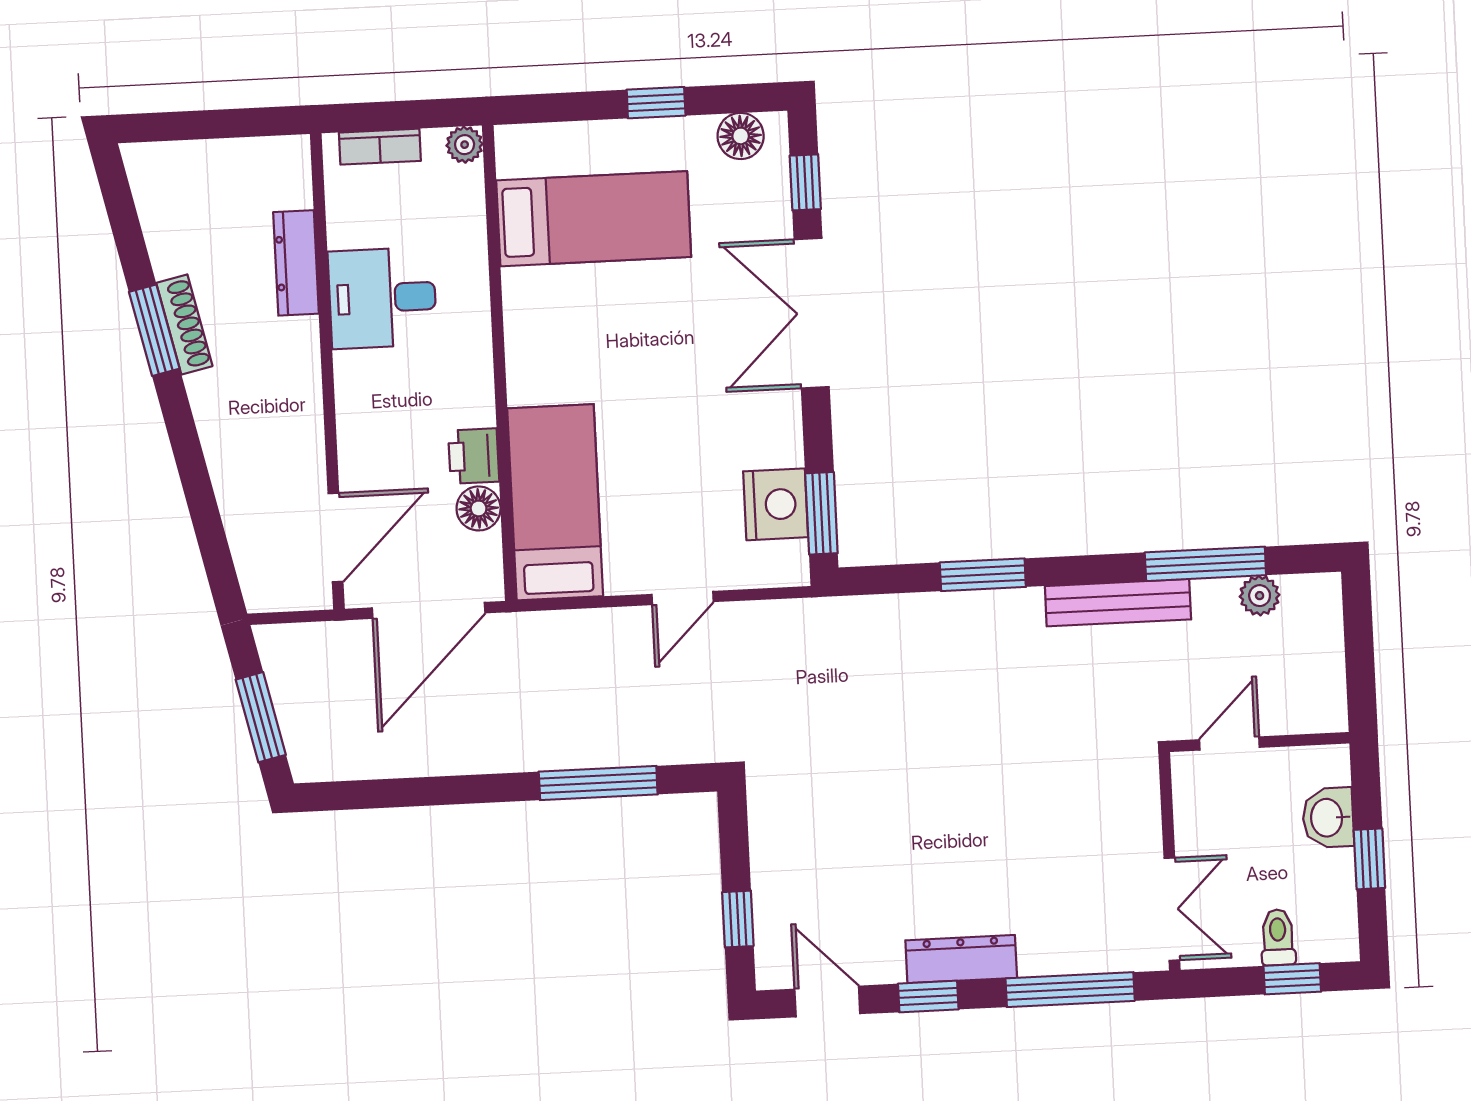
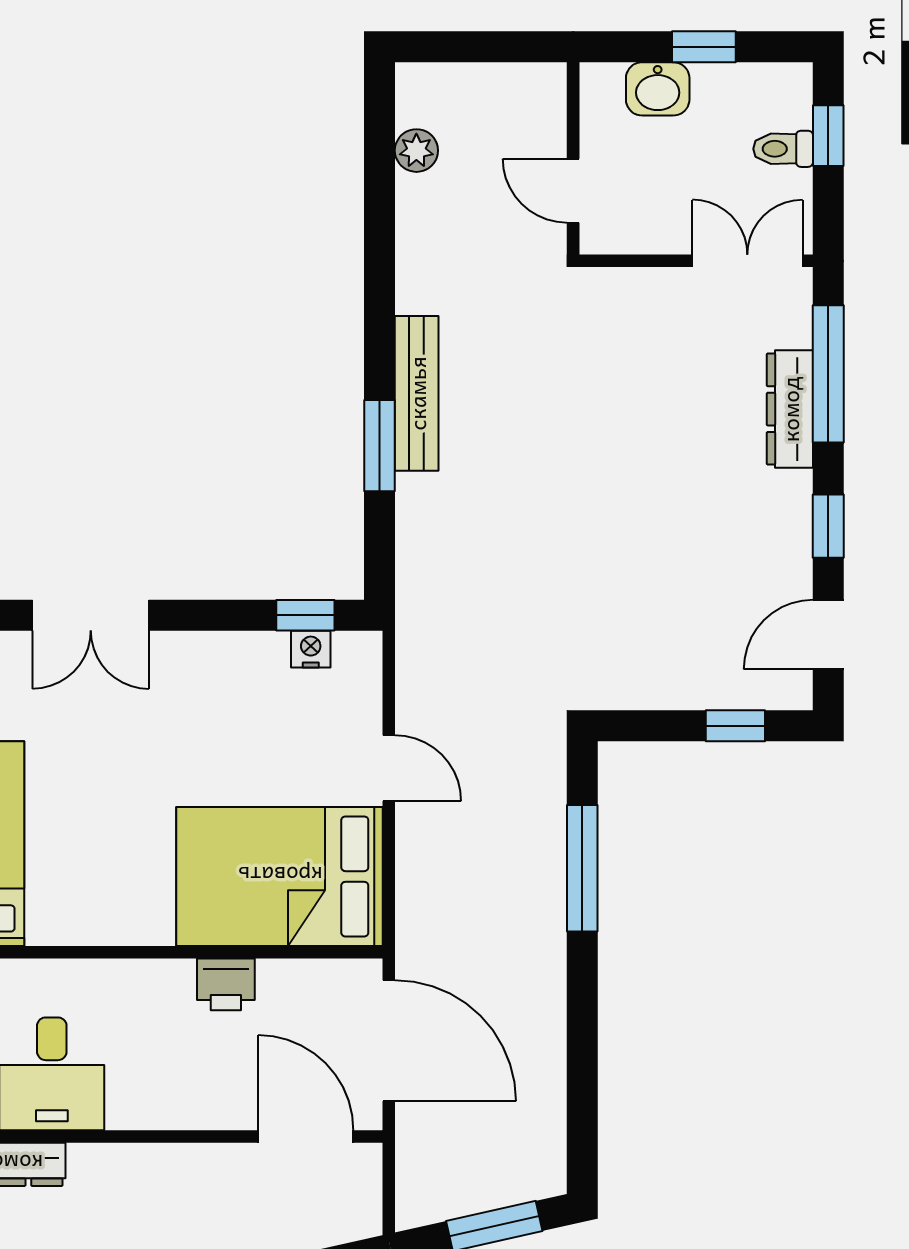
double door: (812, 313) -> (91, 615), width x0.73
bed: (555, 502) -> (280, 876), width x1.50
nightstand: (776, 504) -> (311, 649), width x0.53, depth x0.56
floor lamp: (479, 508) -> (282, 982), removed
window: (821, 513) -> (305, 615), width x0.67
window: (1205, 564) -> (380, 207), removed
bench: (1118, 603) -> (417, 393), moved
dresser: (961, 959) -> (790, 409), moved

